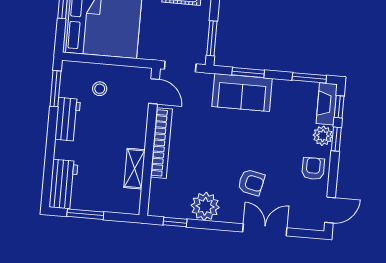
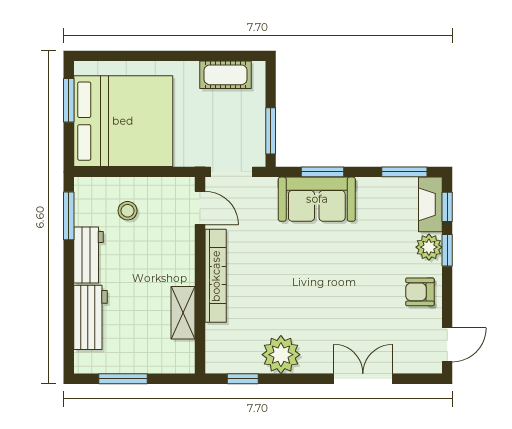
armchair: (313, 169) -> (420, 292), turned -90
armchair: (251, 182) -> (339, 317), removed
workbench: (63, 184) -> (90, 317), moved

